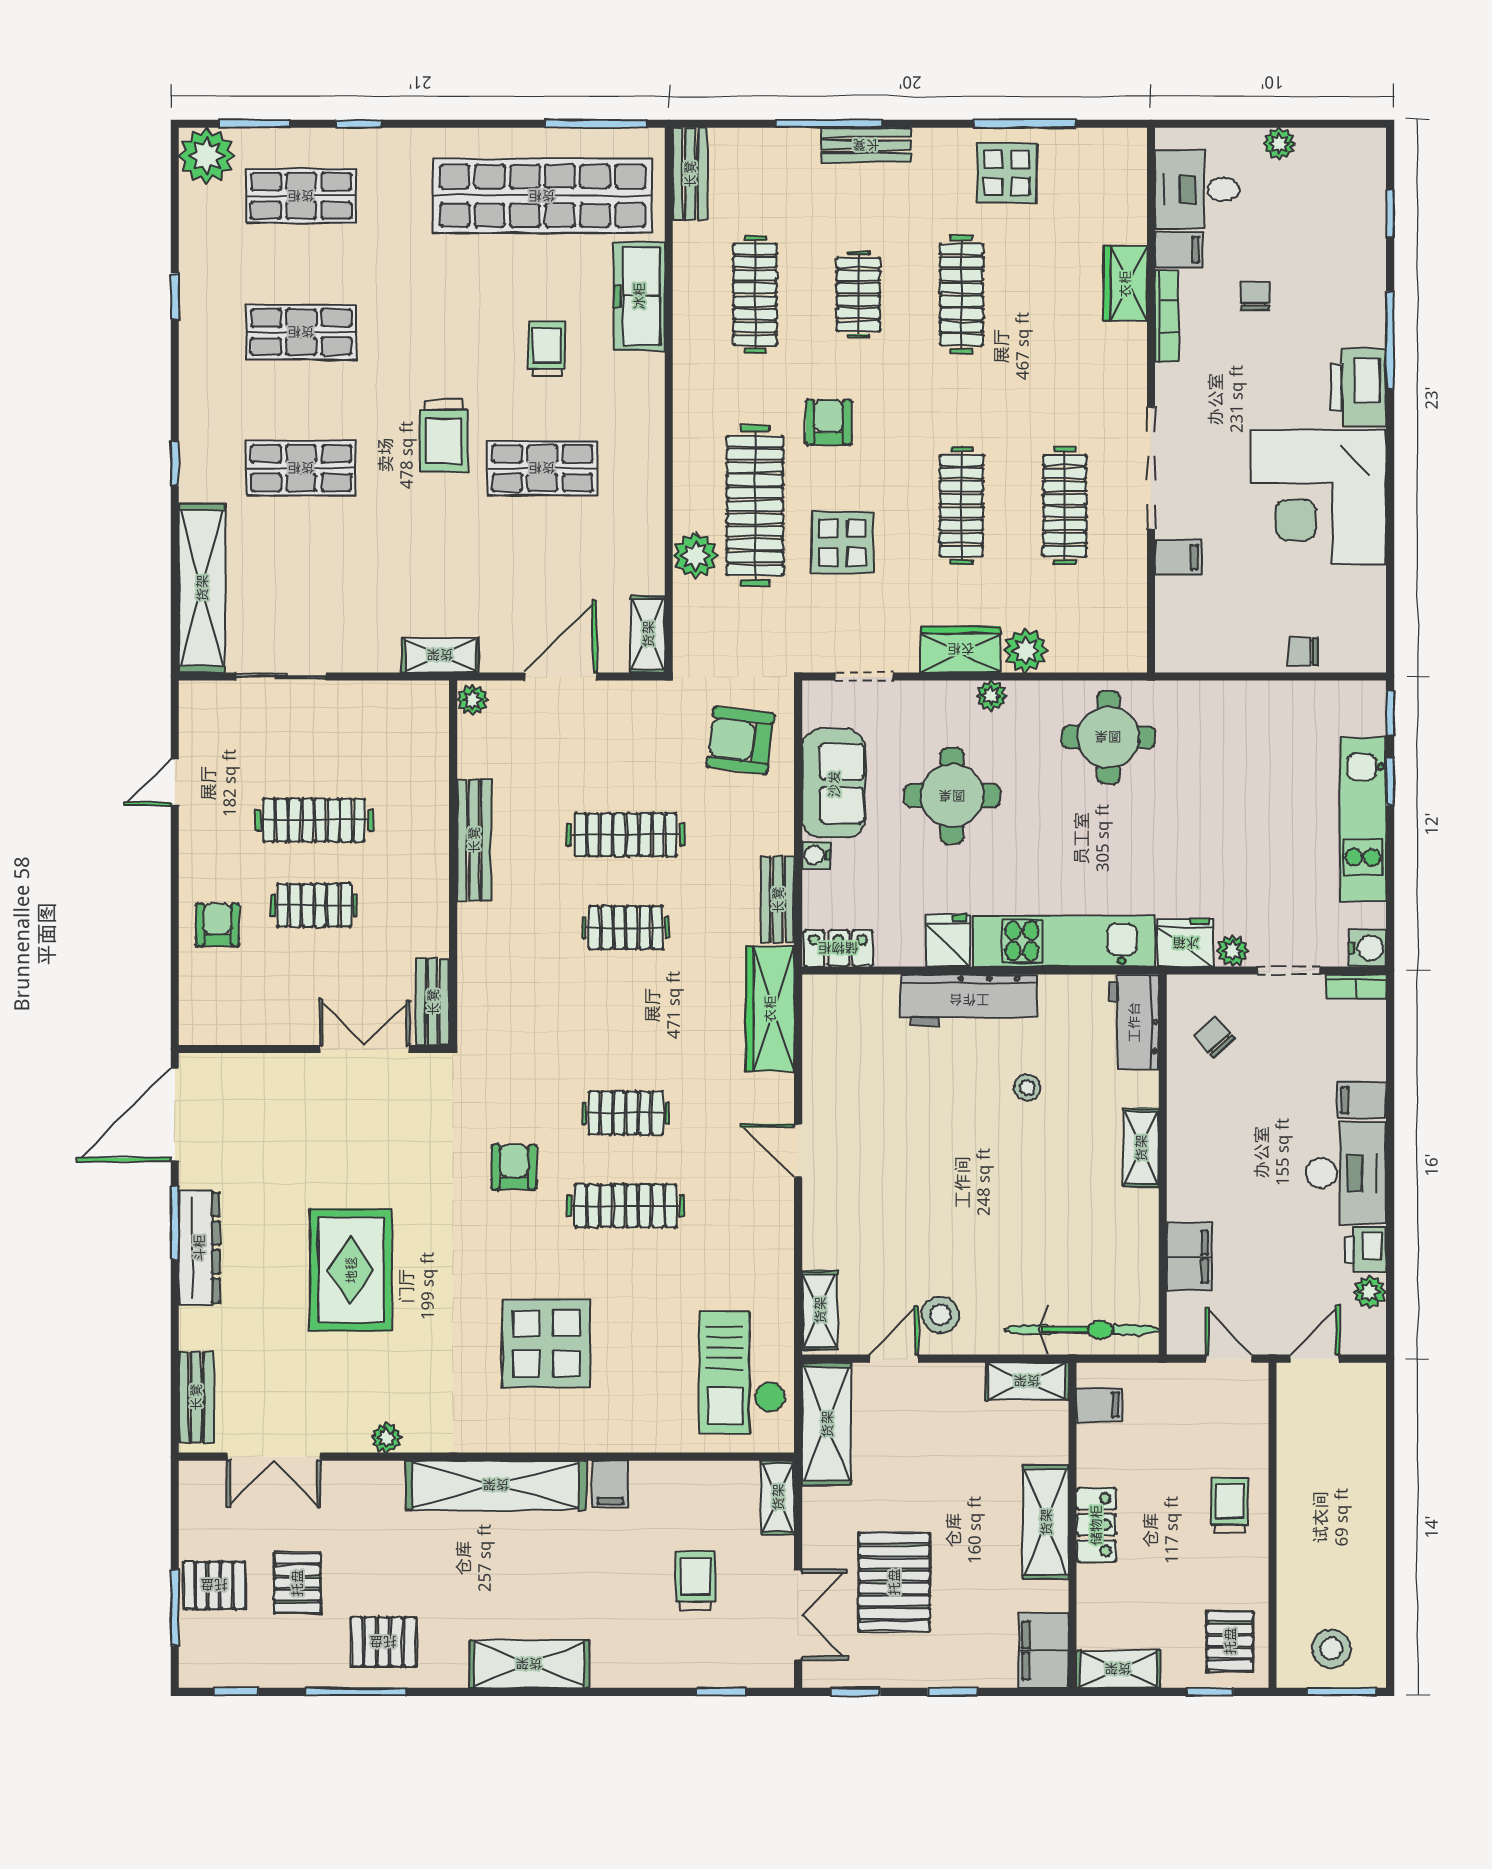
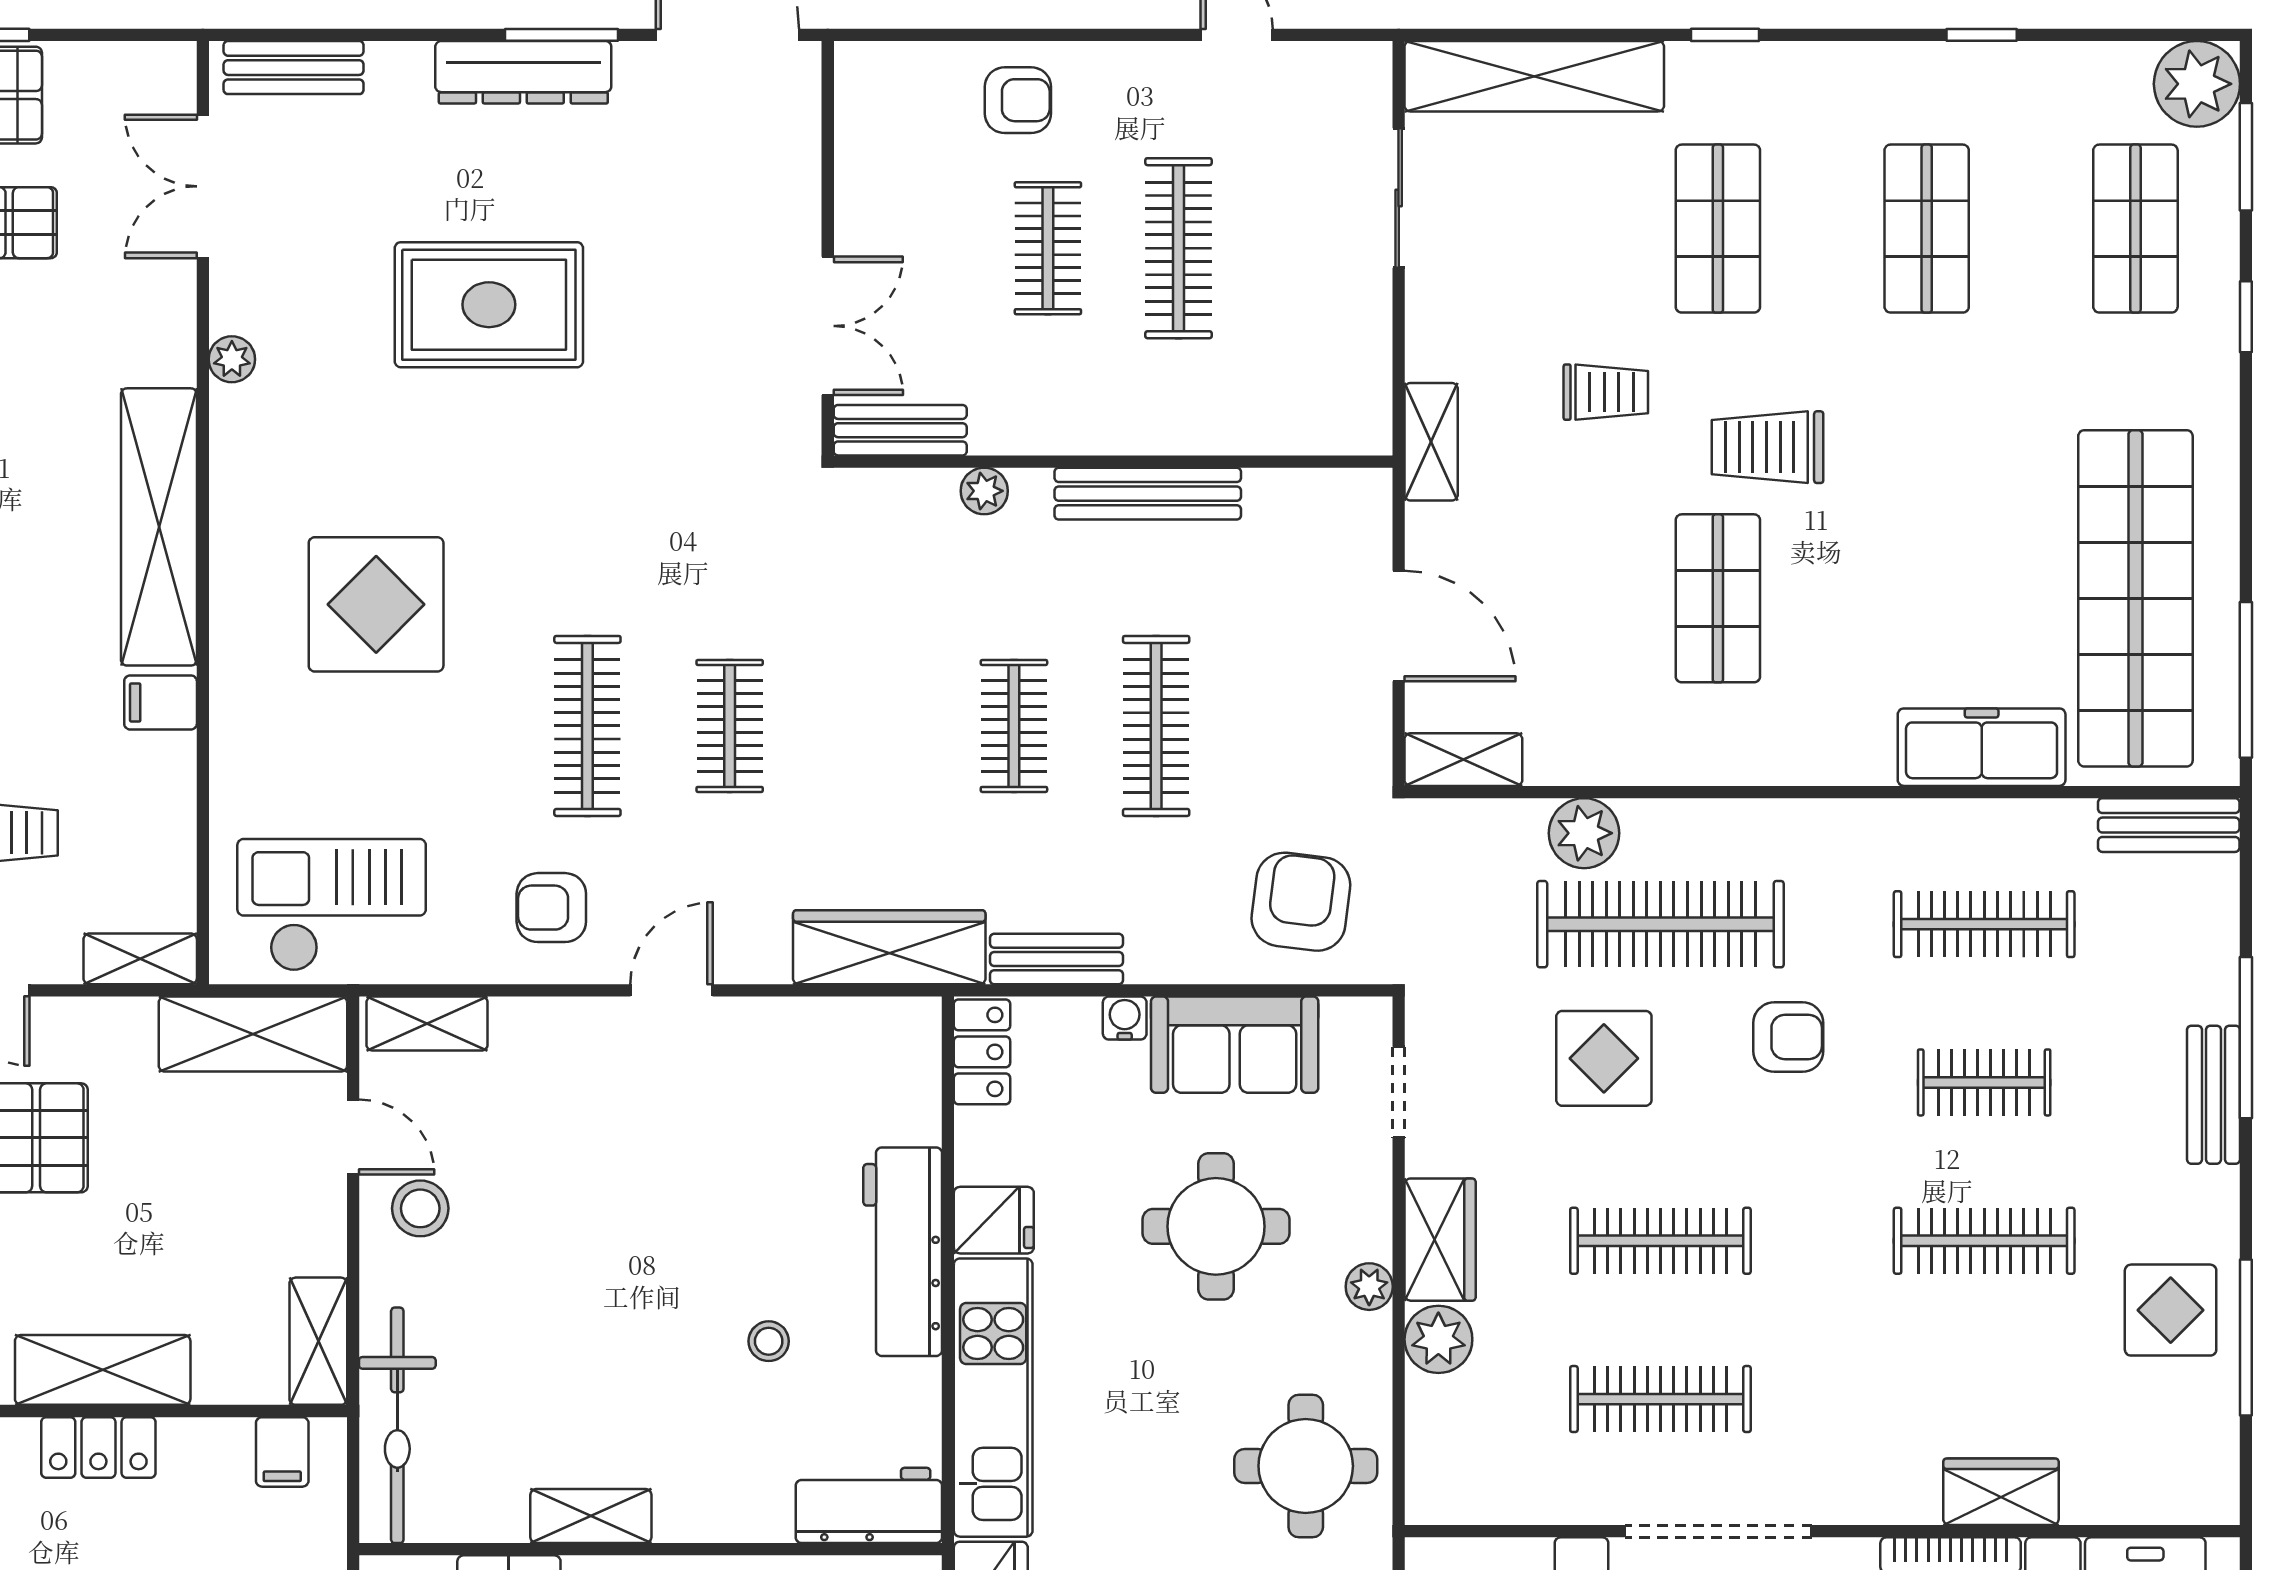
trolley: (547, 349) -> (1606, 392), moved
plant: (472, 700) -> (984, 491), moved
shelving: (1141, 1148) -> (591, 1516), moved
armchair: (514, 1167) -> (551, 908), moved, turned 180

